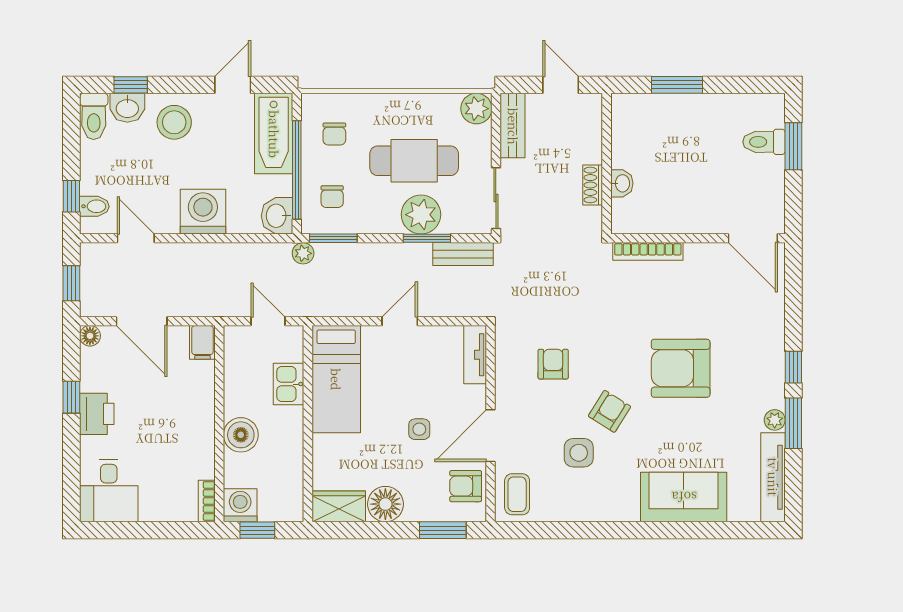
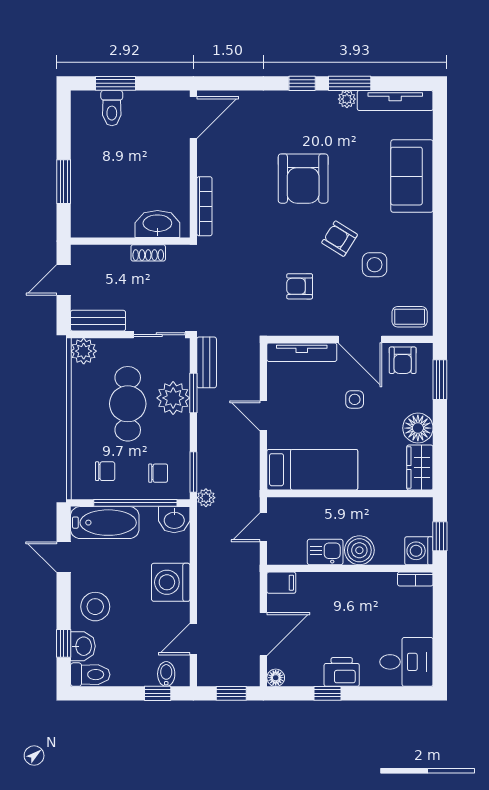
washbasin: (622, 183) -> (157, 224), width x1.91, depth x1.45
tv unit: (475, 355) -> (302, 352), width x1.41
kitchen sink: (289, 384) -> (325, 552), moved, turned 180

